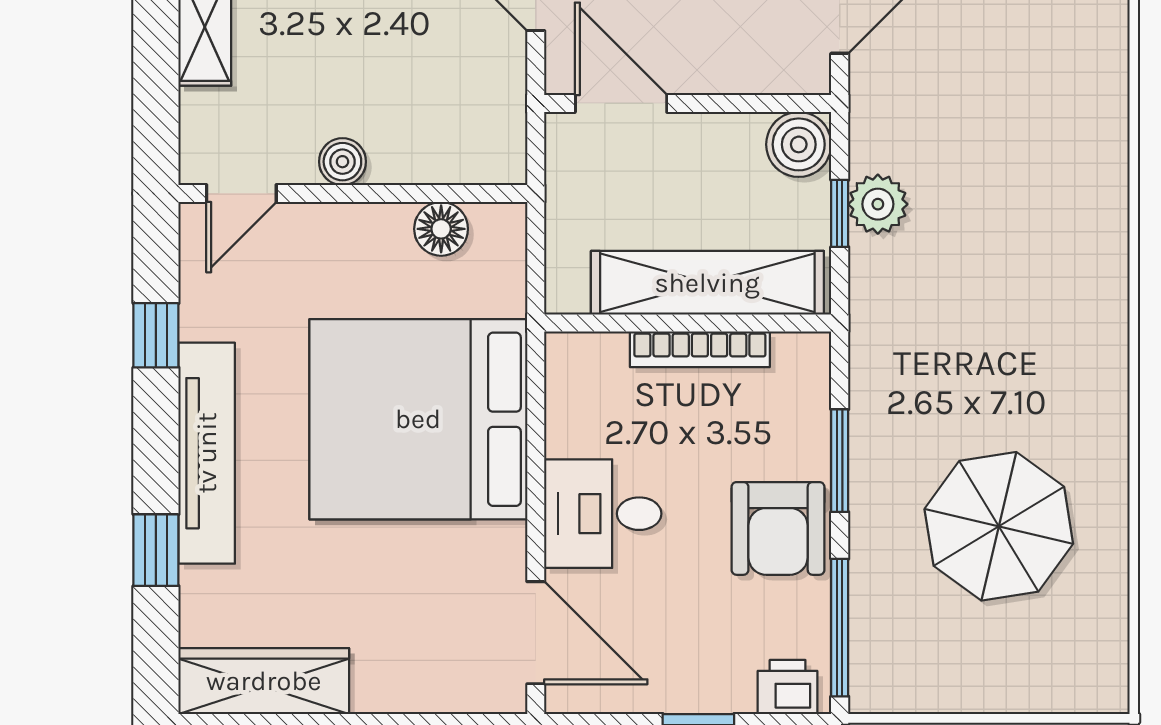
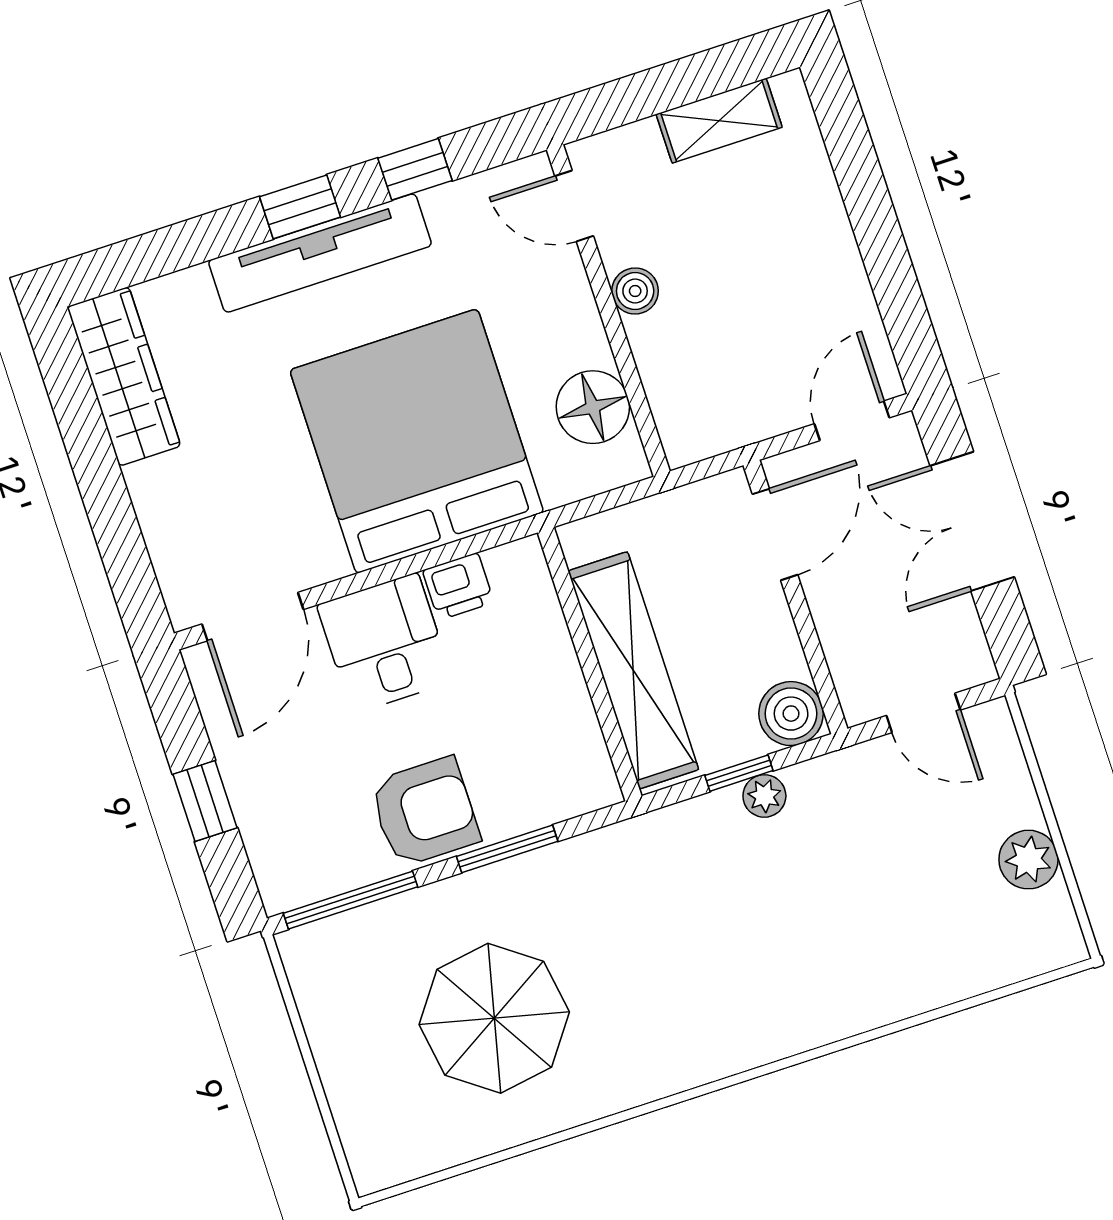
plant: (878, 204) -> (764, 796), width x0.73, depth x0.73
floor lamp: (441, 229) -> (593, 407), width x1.38, depth x1.38
bookcase: (700, 349) -> (569, 684), removed
armchair: (778, 528) -> (425, 812), turned 180
window: (156, 550) -> (300, 207), moved
printer: (788, 687) -> (458, 586), moved, turned 90

